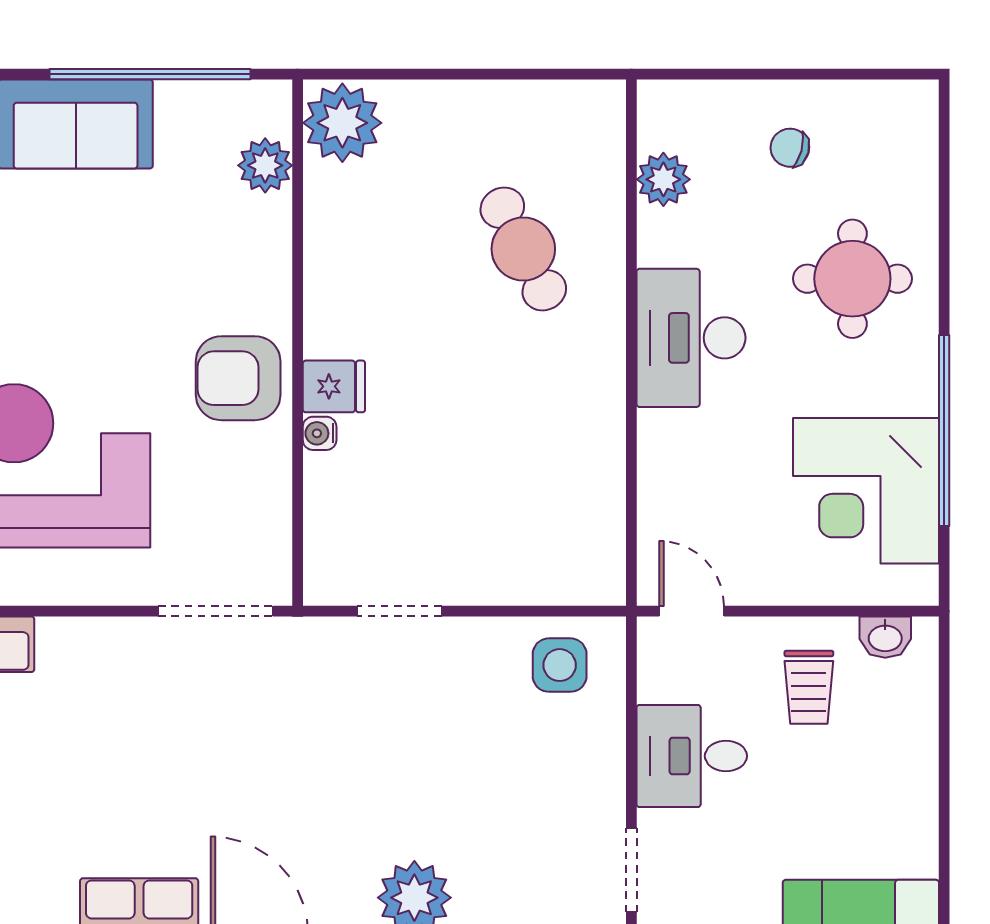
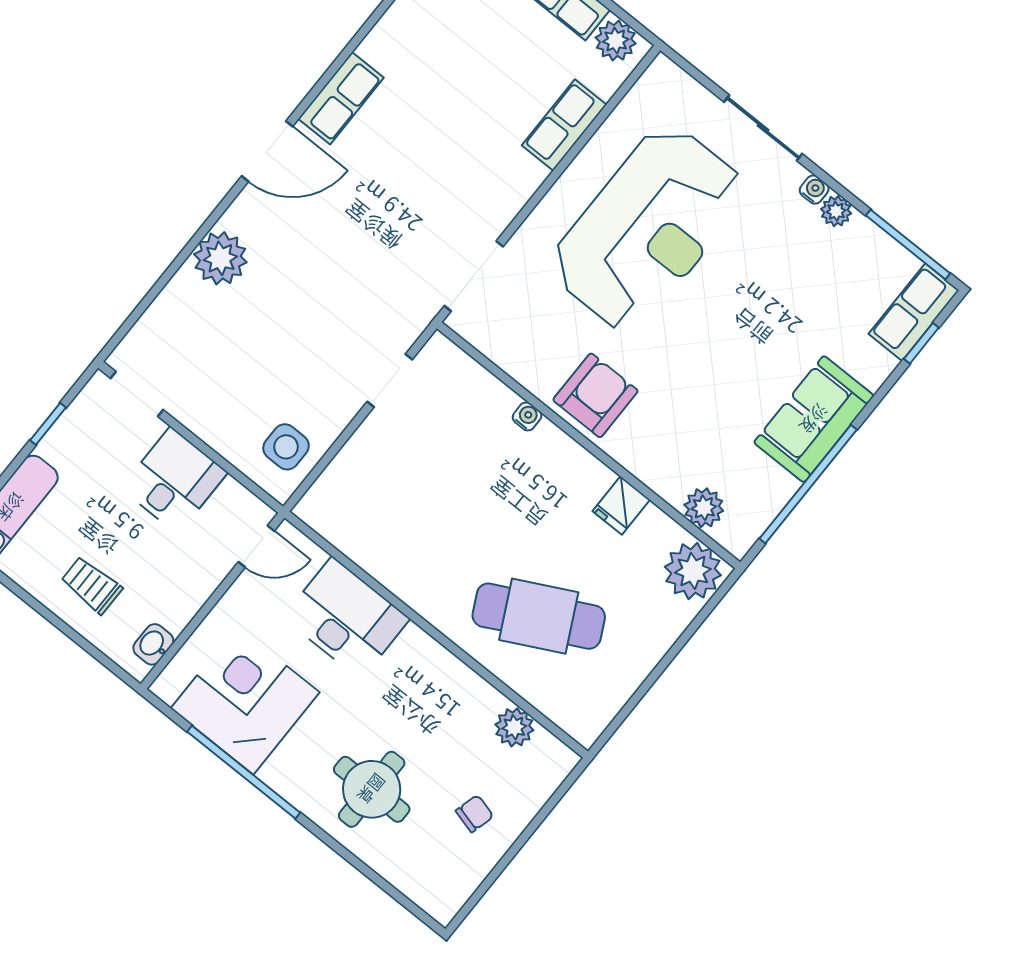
cafe table: (523, 249) -> (539, 616), width x1.37, depth x1.35
desk: (691, 338) -> (346, 618), moved
fridge: (334, 386) -> (621, 505), moved
trolley: (809, 687) -> (91, 585), moved

